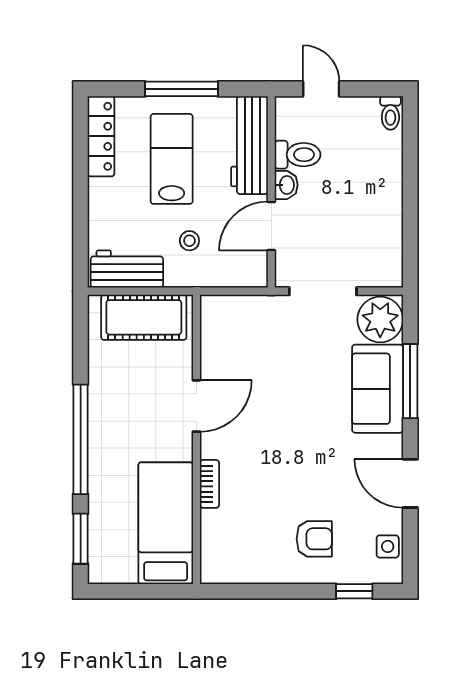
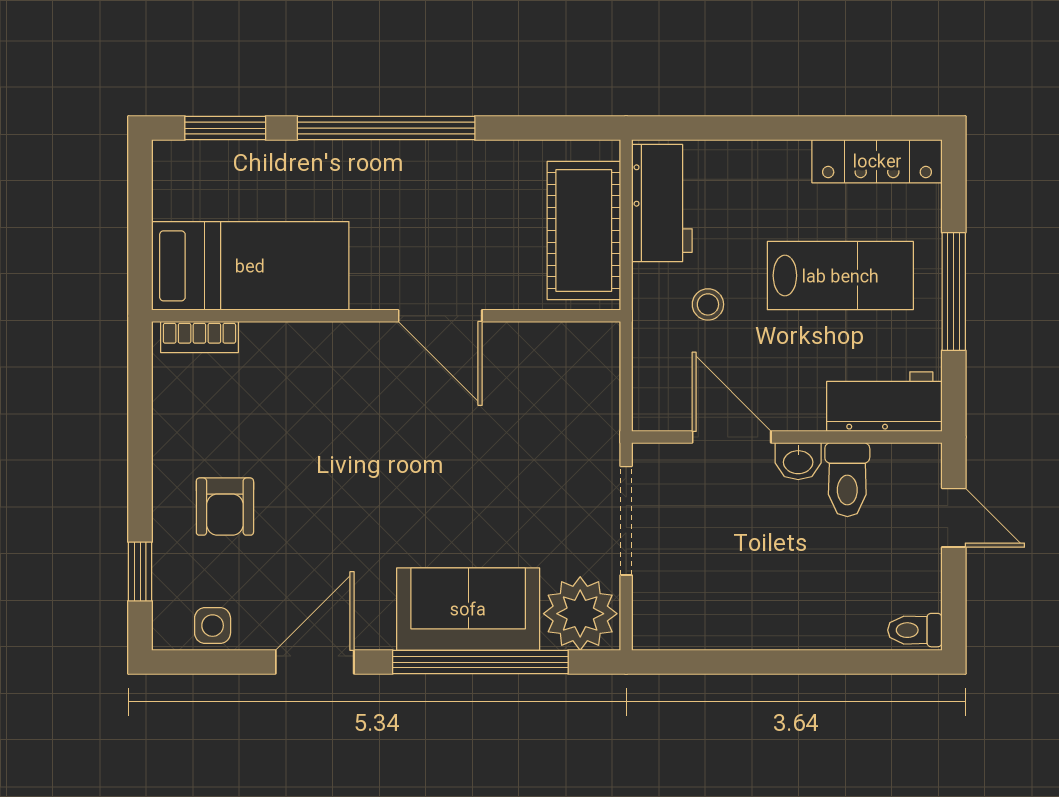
door: (321, 89) -> (954, 518), hinge flipped
workbench: (249, 145) -> (884, 402), width x0.73
window: (410, 381) -> (480, 662), width x1.46
bookcase: (210, 484) -> (199, 337), moved

